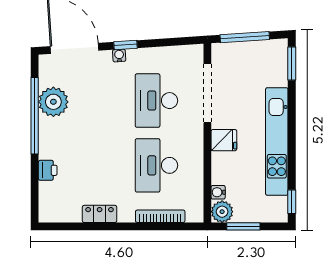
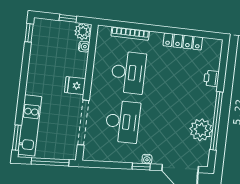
kitchen unit: (277, 141) -> (30, 125), moved, width x0.73
locker: (100, 214) -> (183, 41), width x1.53
window: (243, 226) -> (68, 18), width x0.67

